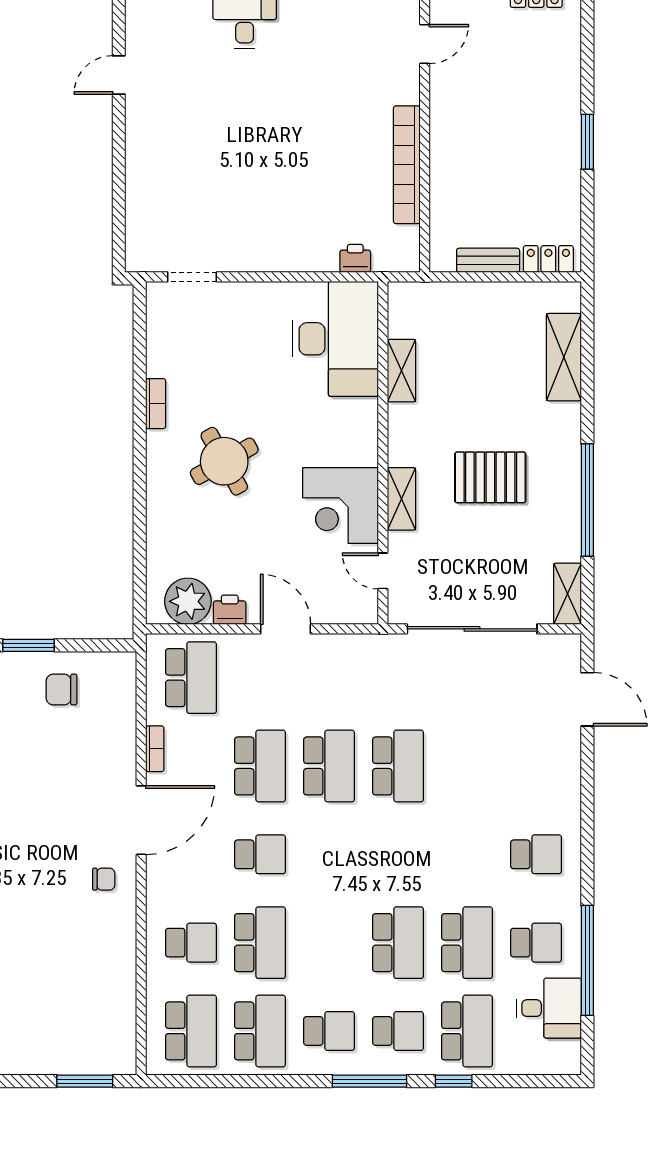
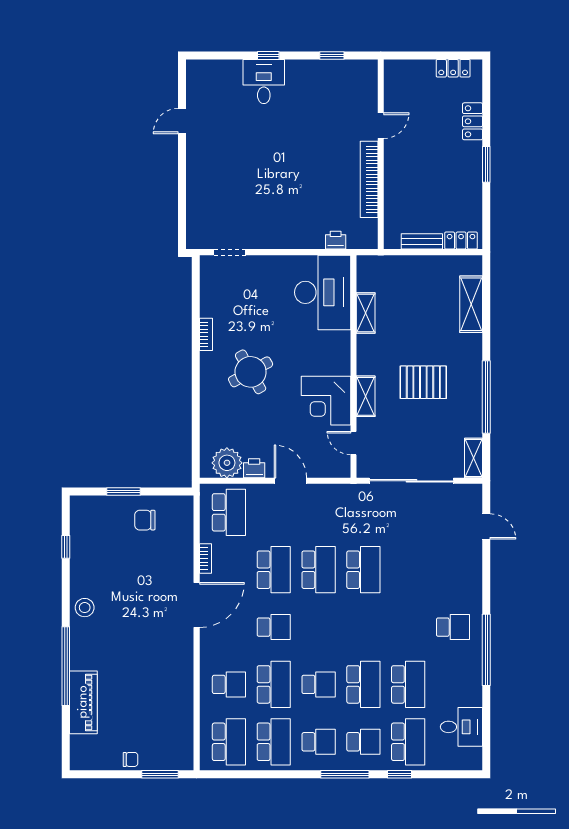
door: (425, 44) -> (381, 126), moved
locker: (566, 75) -> (473, 121), added
door: (587, 699) -> (486, 526), width x0.73
chair: (104, 879) -> (131, 759), moved
school desk: (536, 943) -> (319, 684), moved
window: (587, 960) -> (486, 650), moved

